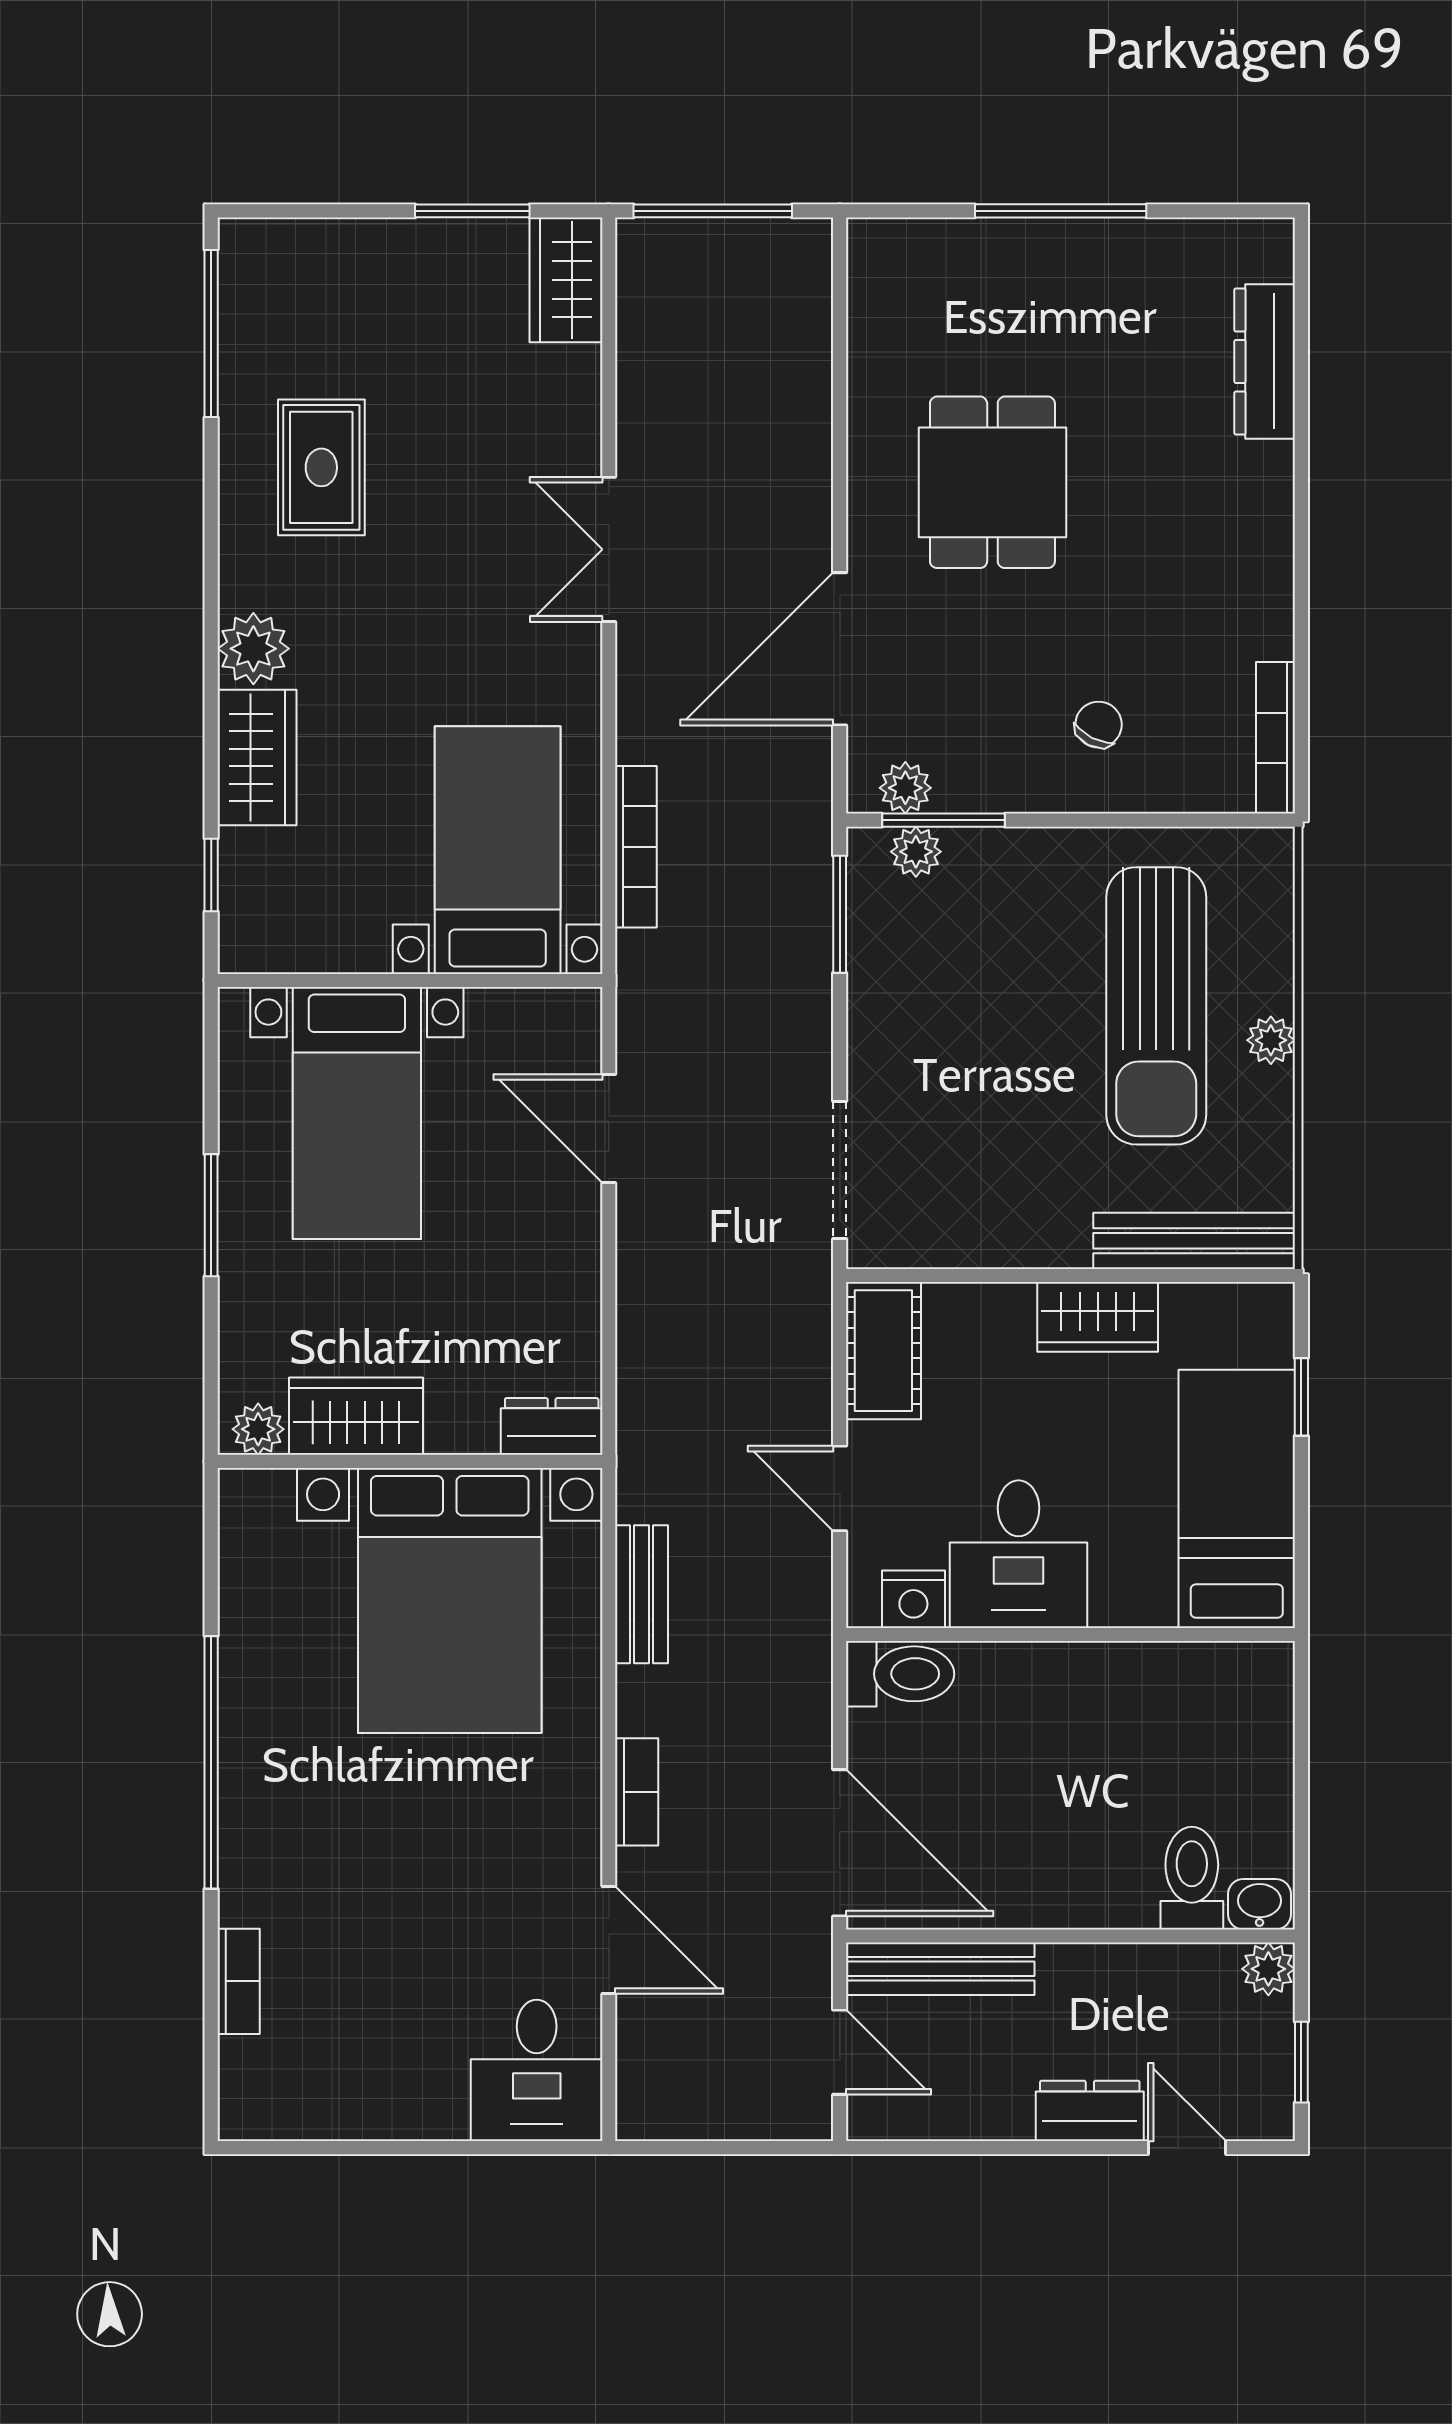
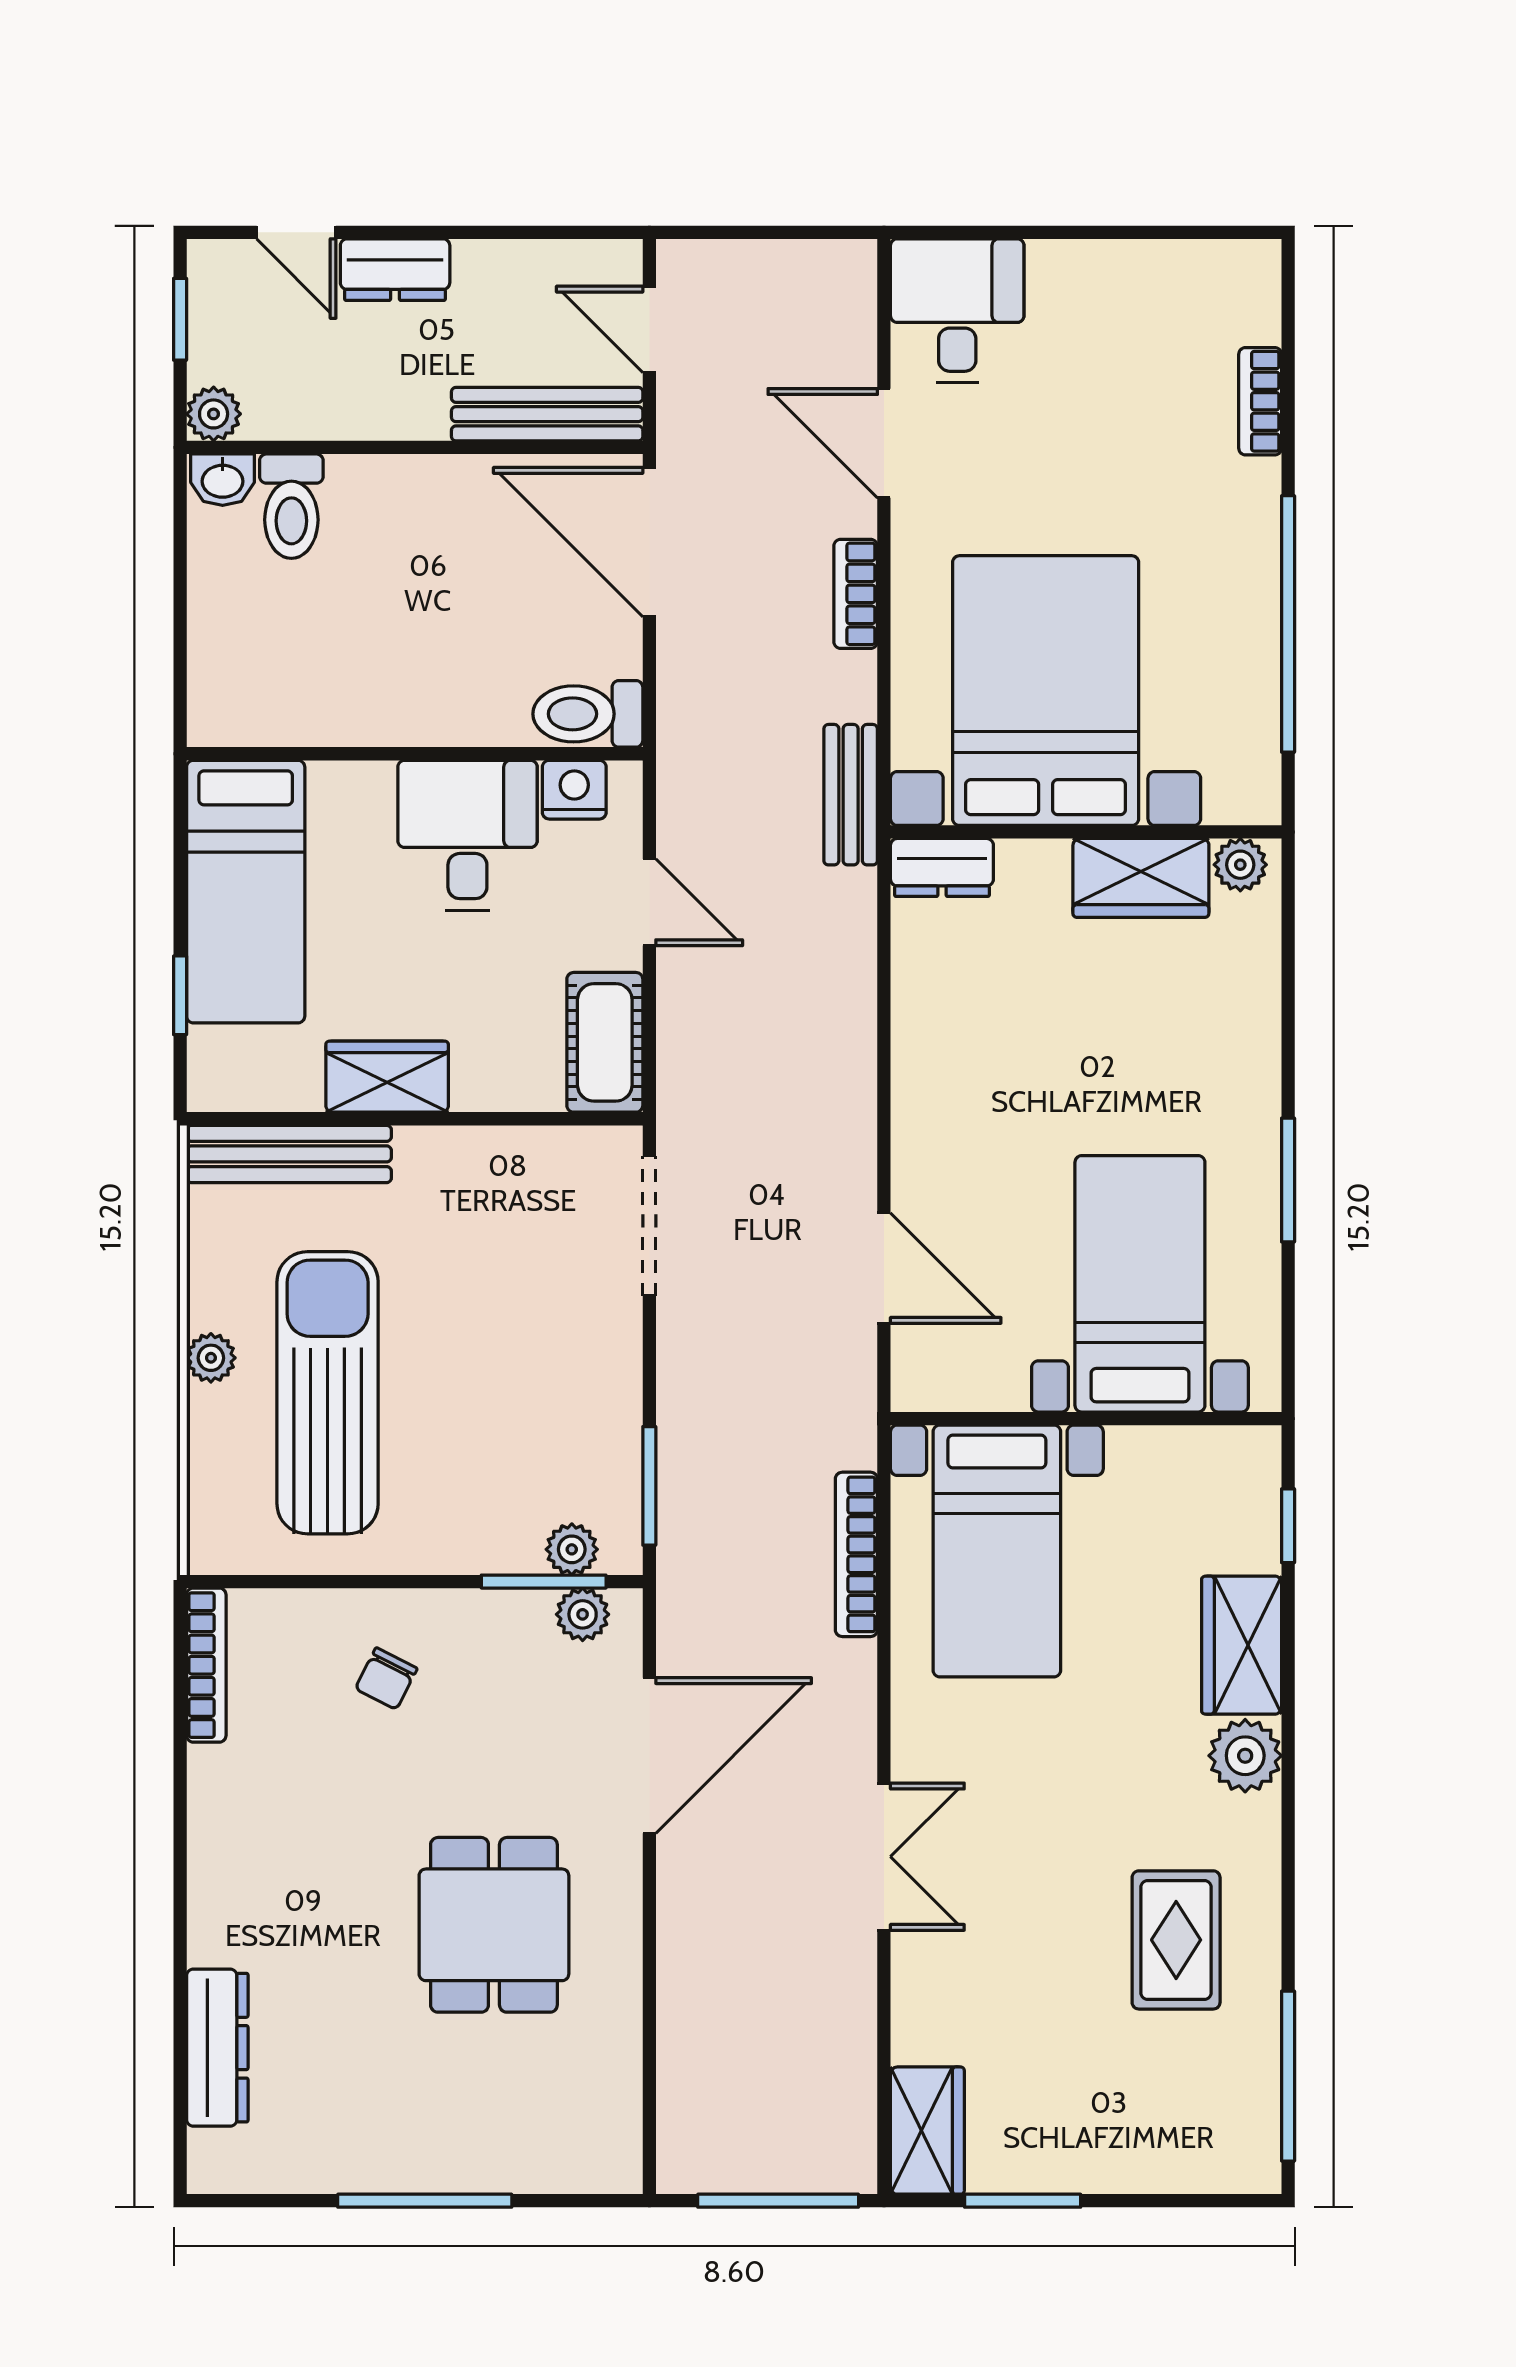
wardrobe: (356, 1416) -> (1141, 878), moved
dresser: (552, 1426) -> (942, 867), moved
plant: (258, 1429) -> (1240, 865), moved
wall: (410, 1461) -> (1086, 832), moved
bed with nightstands: (450, 1601) -> (1046, 691), moved

